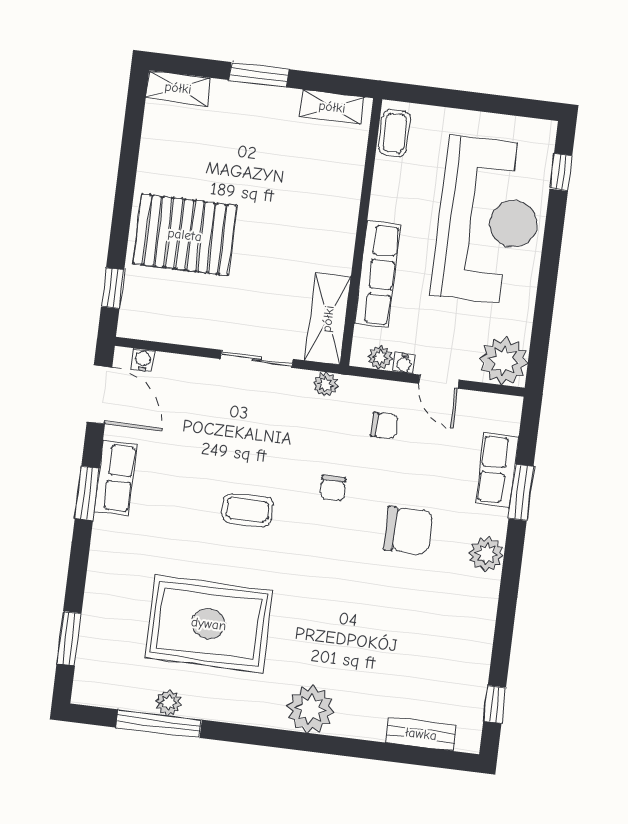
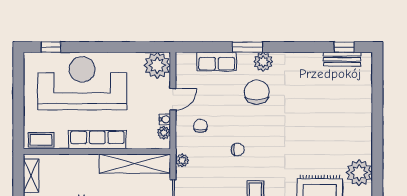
row of seats: (378, 274) -> (97, 140), moved
shelving: (328, 319) -> (135, 164), width x1.47
window: (521, 492) -> (247, 47), moved
chair: (408, 531) -> (257, 92), moved
plant: (310, 709) -> (359, 173), moved
bench: (421, 734) -> (342, 59), moved, turned 90

